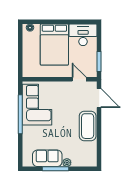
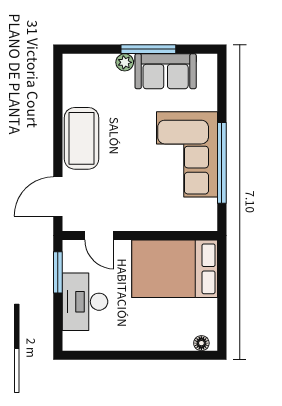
desk: (83, 35) -> (85, 302), moved, turned 90
bed: (54, 45) -> (175, 269), moved, turned -90
door: (99, 98) -> (58, 196), hinge flipped
corner sofa: (37, 105) -> (187, 154), moved

